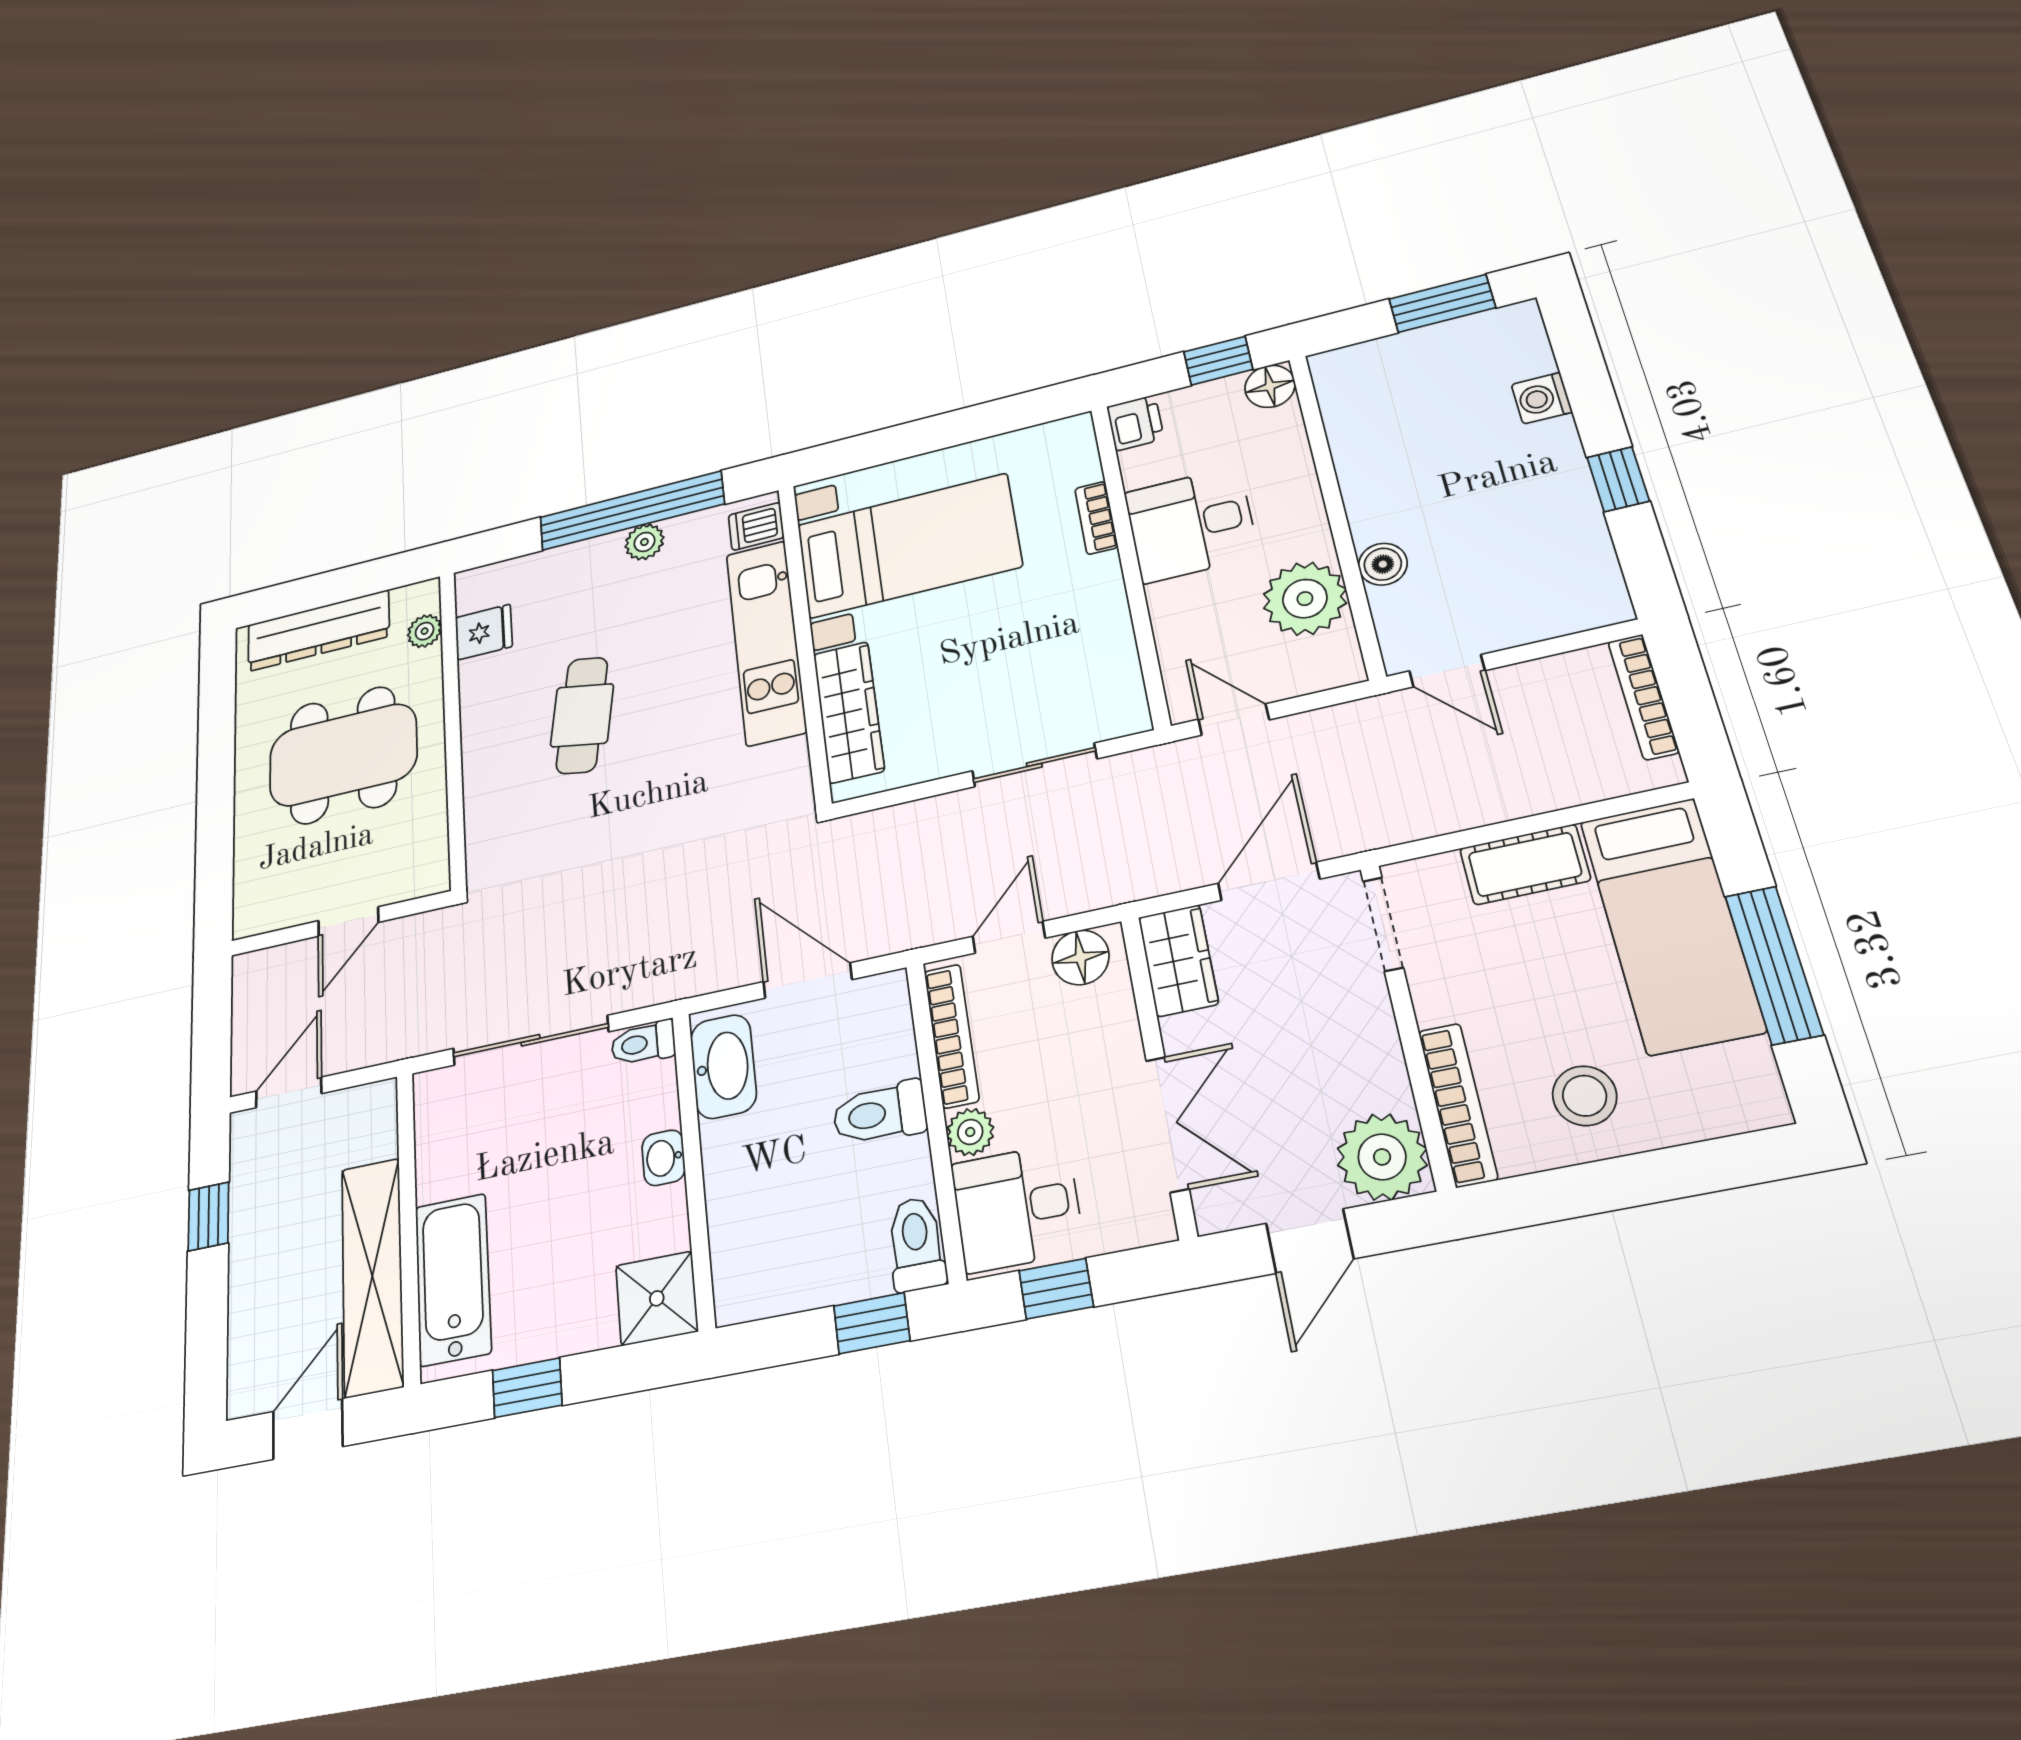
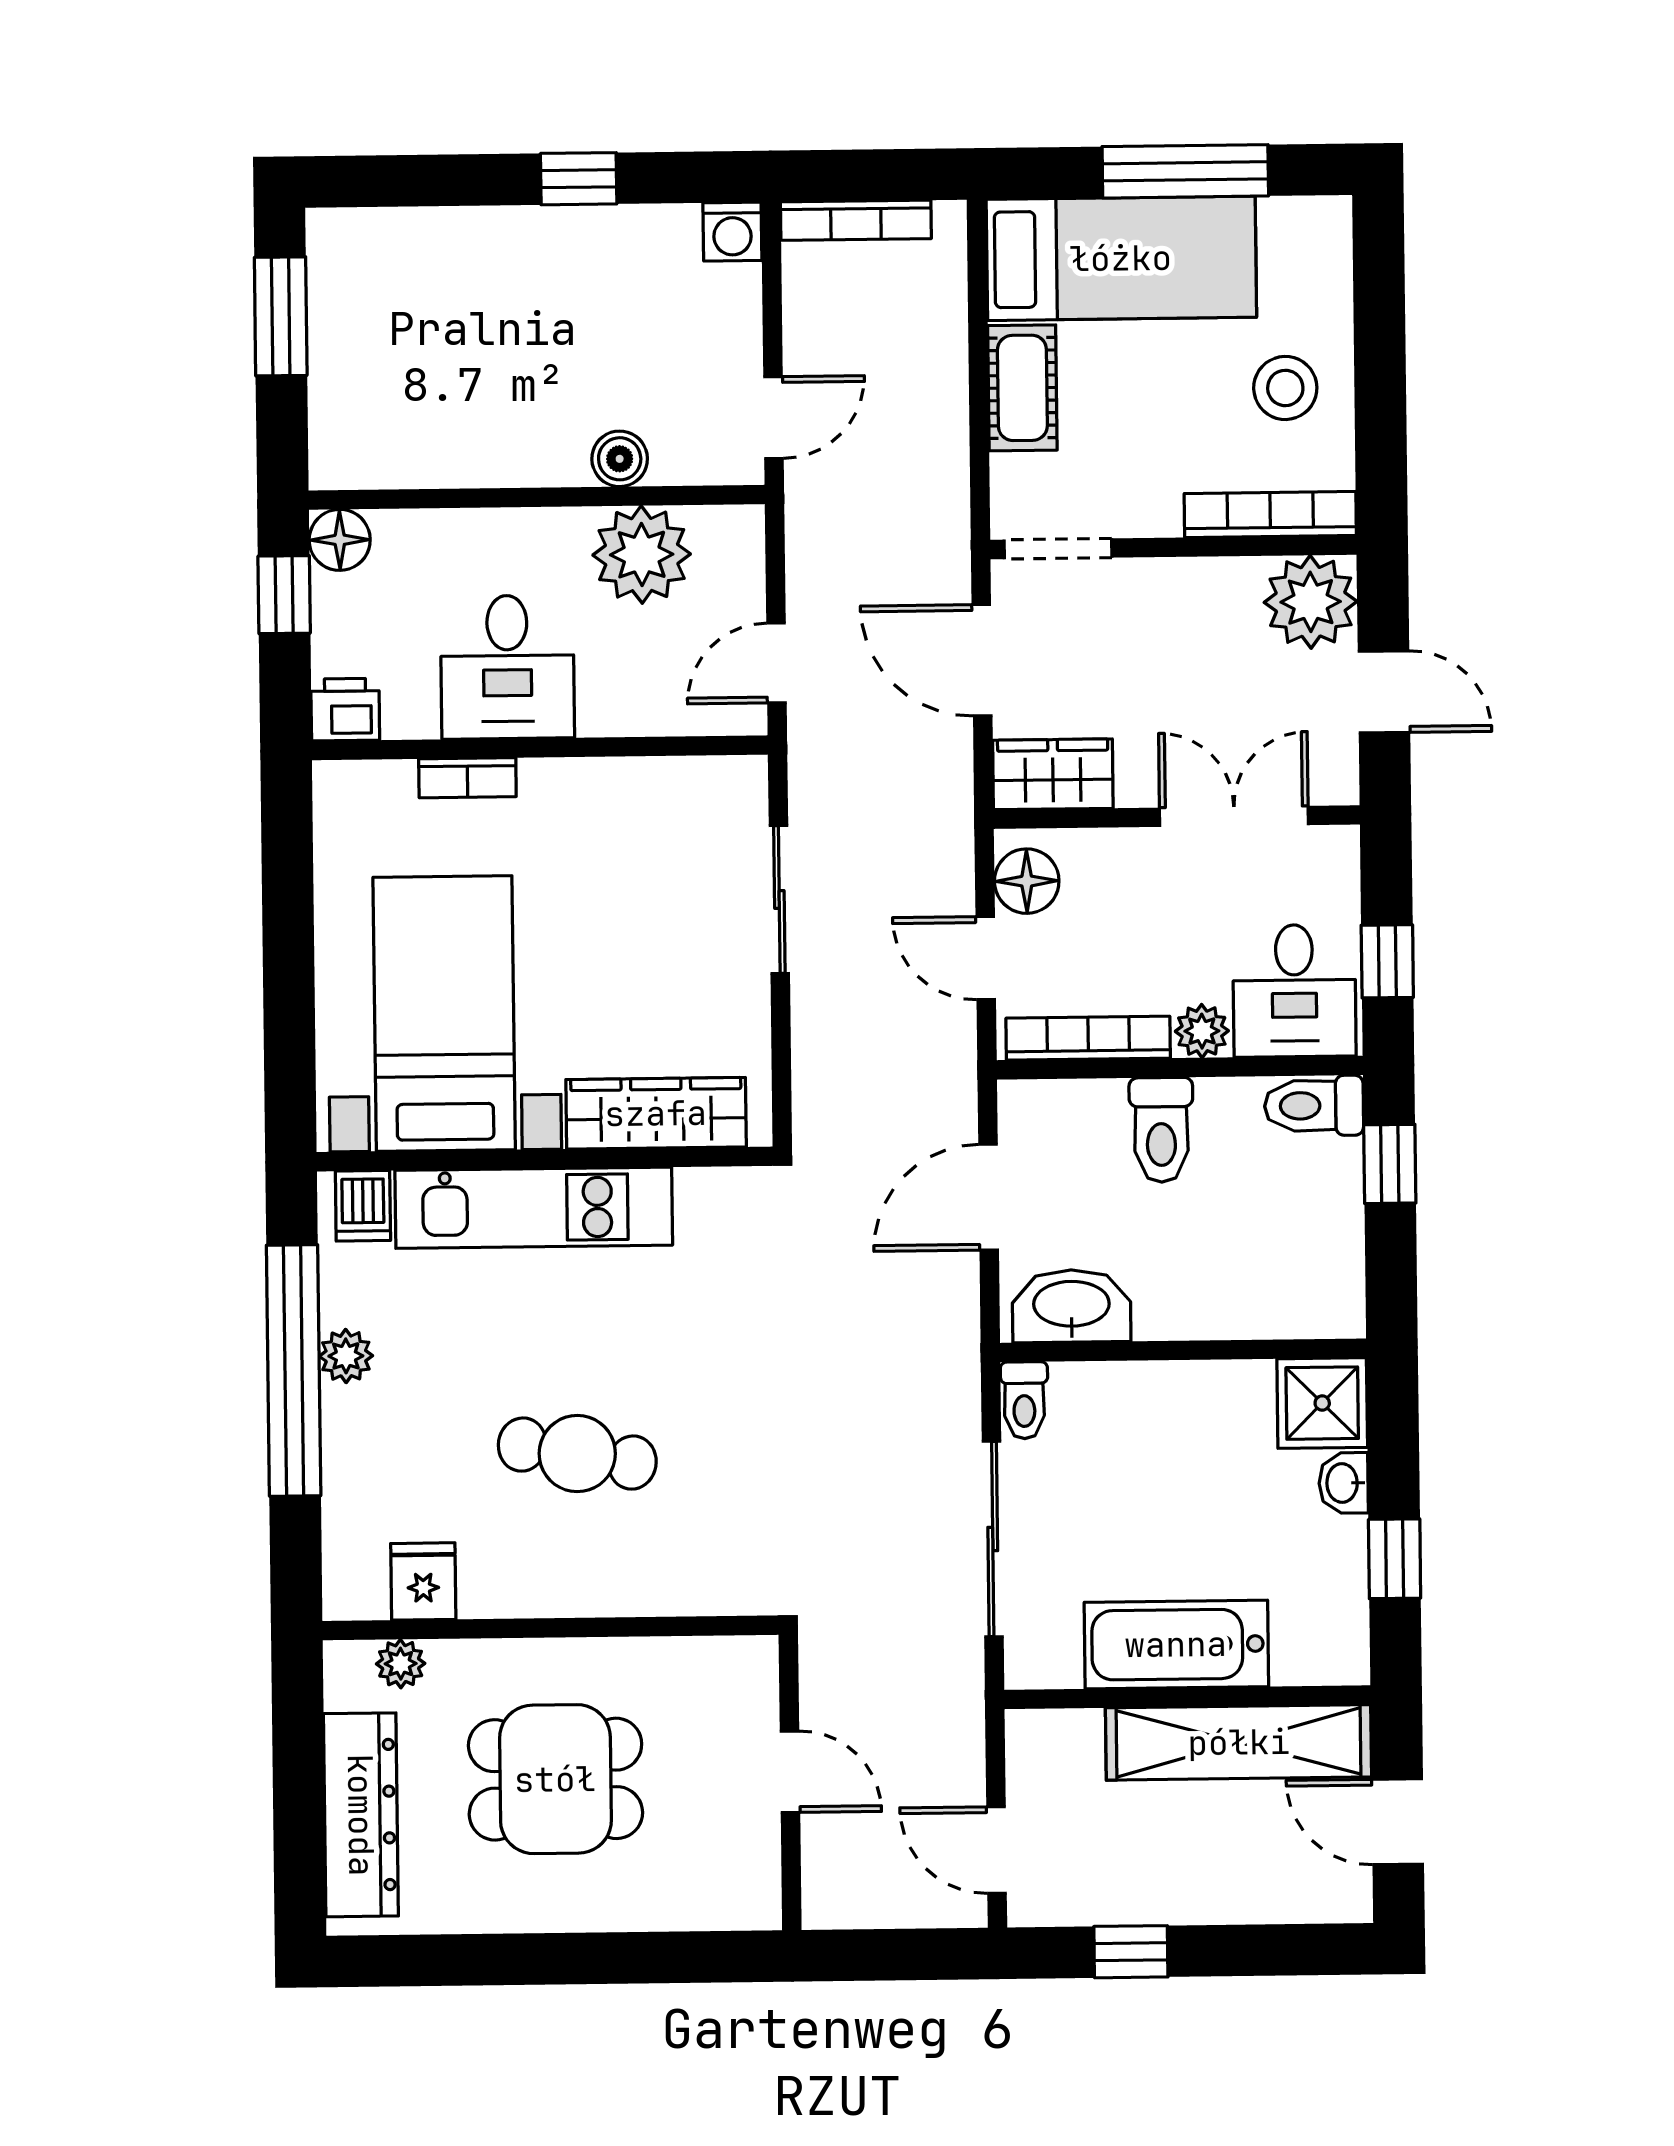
washing machine: (1542, 398) -> (732, 232), moved
dining table: (343, 755) -> (555, 1779), width x0.73
washbasin: (664, 1158) -> (1343, 1483), moved, turned 90
bathtub: (453, 1279) -> (1176, 1644), moved

